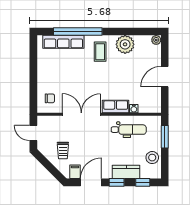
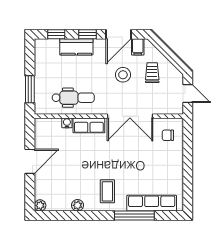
window: (78, 31) -> (134, 216), width x0.68
plant: (125, 44) -> (78, 205), width x0.53, depth x0.53
dental chair: (129, 130) -> (73, 98), turned 180
stool: (152, 158) -> (123, 75), moved

